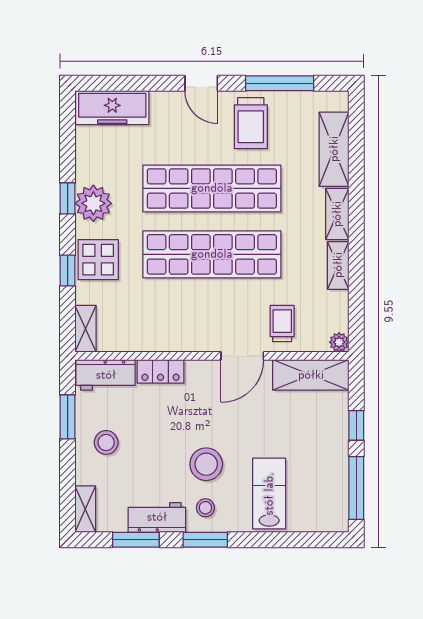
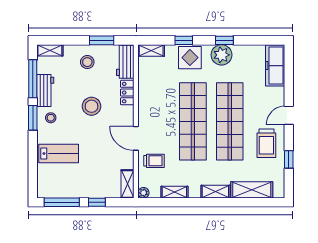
window: (280, 83) -> (289, 159), width x0.46
trolley: (251, 123) -> (266, 143), turned -90
shelving: (338, 265) -> (174, 192), moved
shelving: (311, 375) -> (127, 184), width x0.67, depth x0.75
stool: (206, 464) -> (91, 106), moved
window: (136, 540) -> (33, 79), width x1.44

